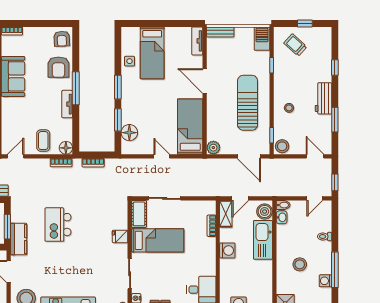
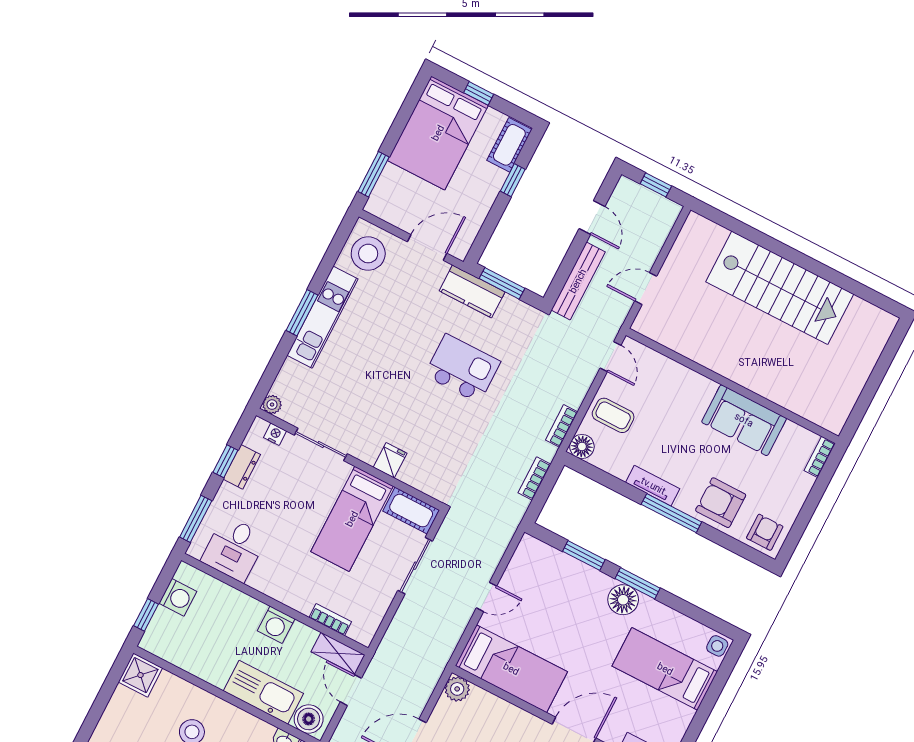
armchair: (62, 39) -> (765, 532), turned 93
side table: (130, 61) -> (717, 646), moved
floor lamp: (129, 133) -> (623, 600), moved

